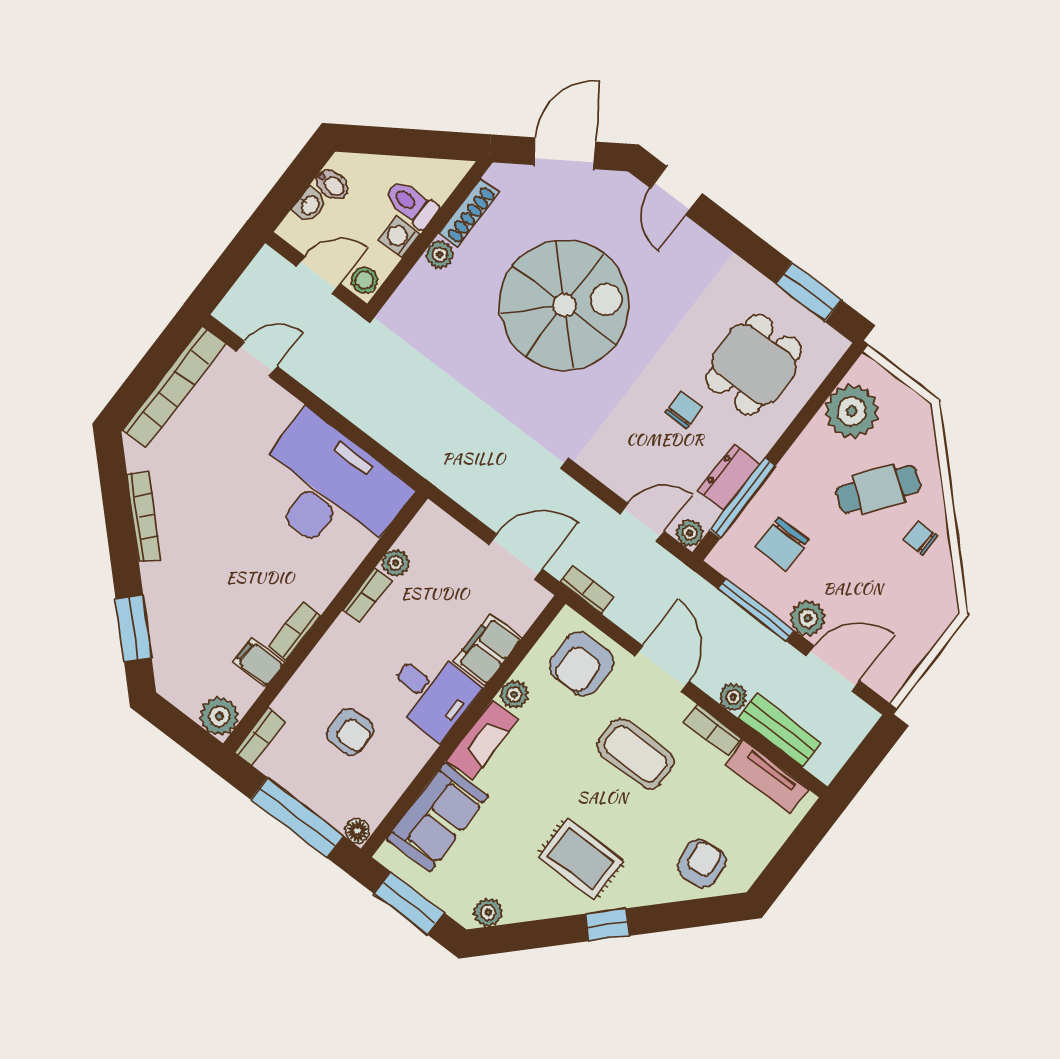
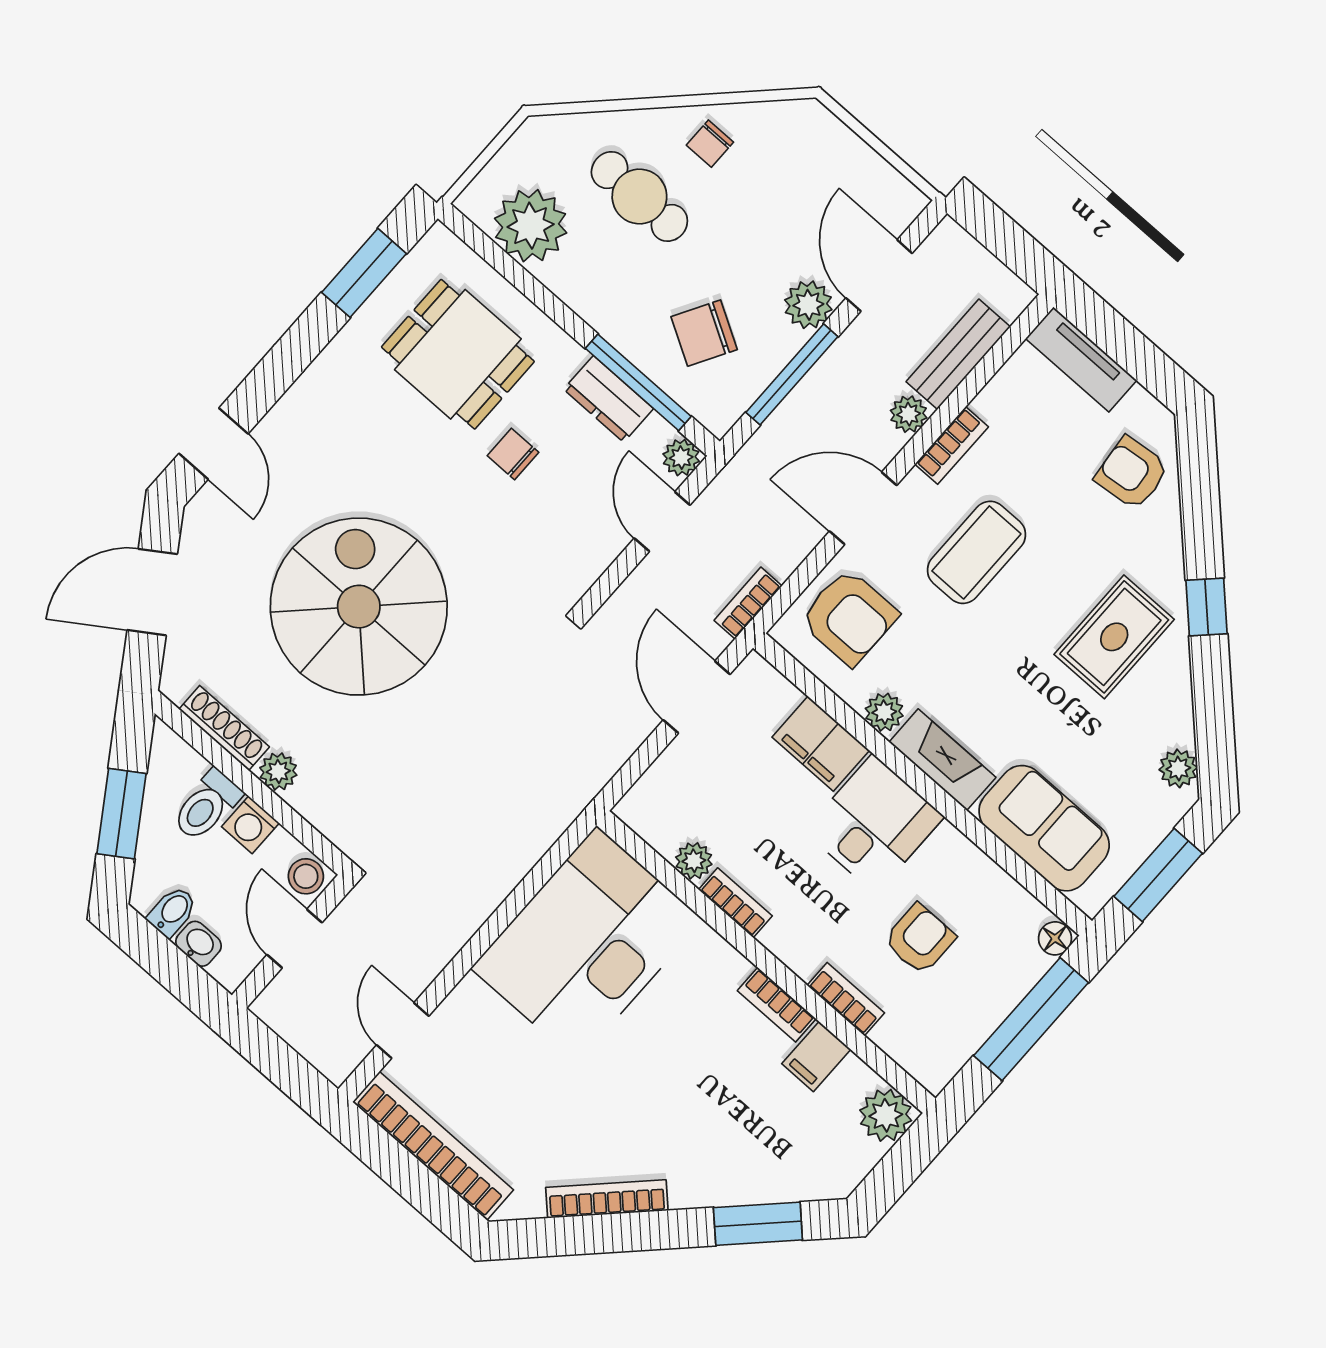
window: (401, 142) -> (121, 814), added
door: (564, 153) -> (152, 592), hinge flipped
door: (676, 191) -> (214, 444), hinge flipped
cafe table: (878, 489) -> (639, 196), turned -36
chair: (782, 544) -> (704, 333), turned 120
bookcase: (260, 736) -> (846, 999), moved
tv unit: (767, 777) -> (1081, 359), moved, turned 90

